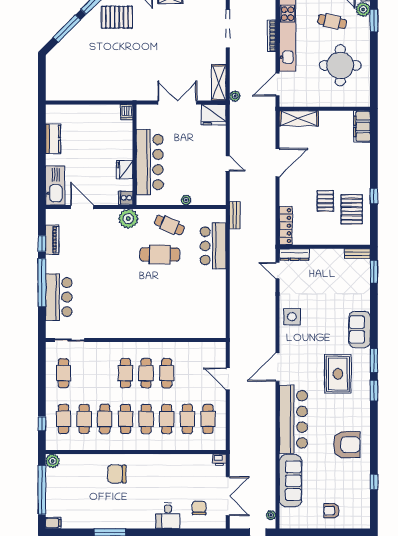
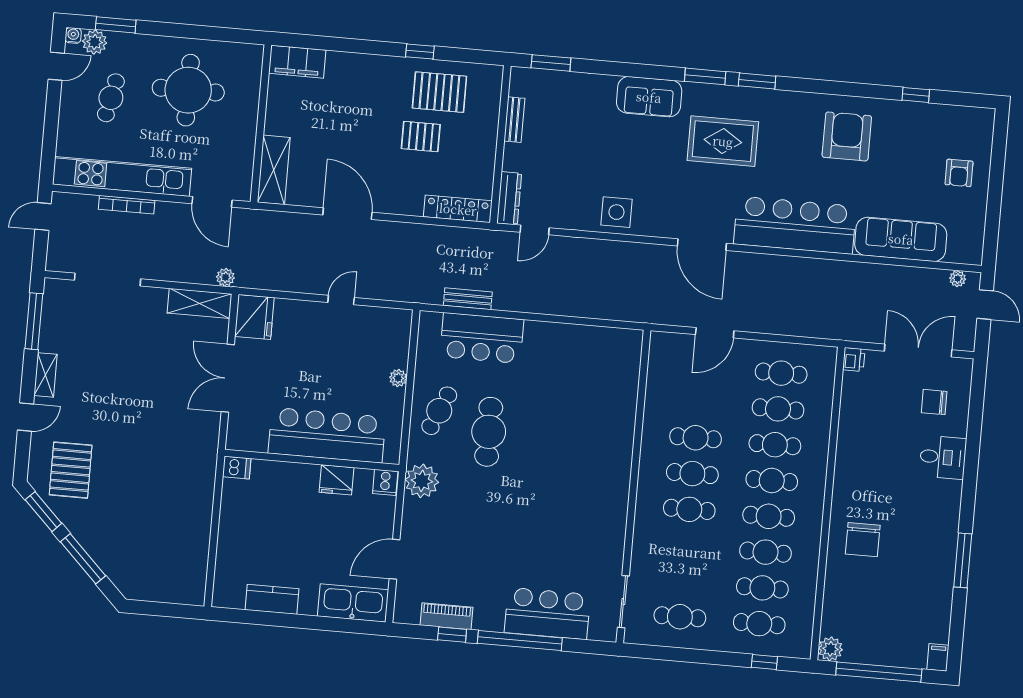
bench: (235, 215) -> (468, 299), moved
bench: (357, 254) -> (514, 120), moved

